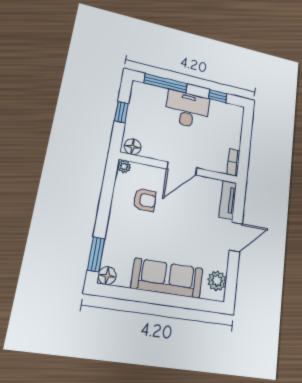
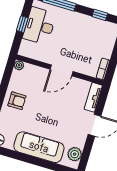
desk: (187, 109) -> (39, 26), moved, turned -90
floor lamp: (133, 147) -> (27, 51), removed
armchair: (145, 200) -> (17, 101), moved

